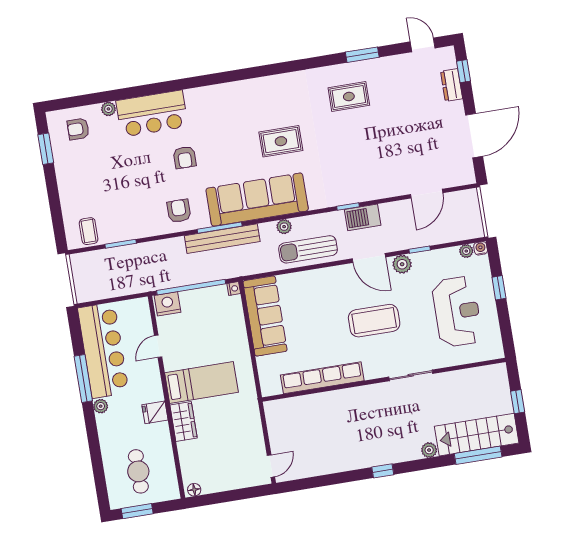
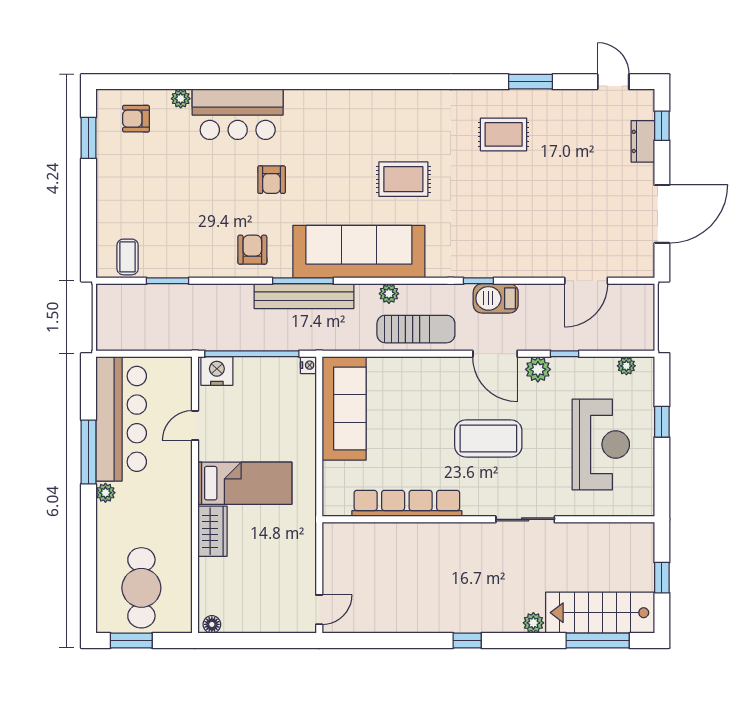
water cooler: (481, 248) -> (646, 365), removed
sun lounger: (308, 249) -> (416, 329), turned 180
fridge: (155, 412) -> (176, 513), removed
cafe table: (138, 471) -> (141, 588), width x1.37, depth x1.35

